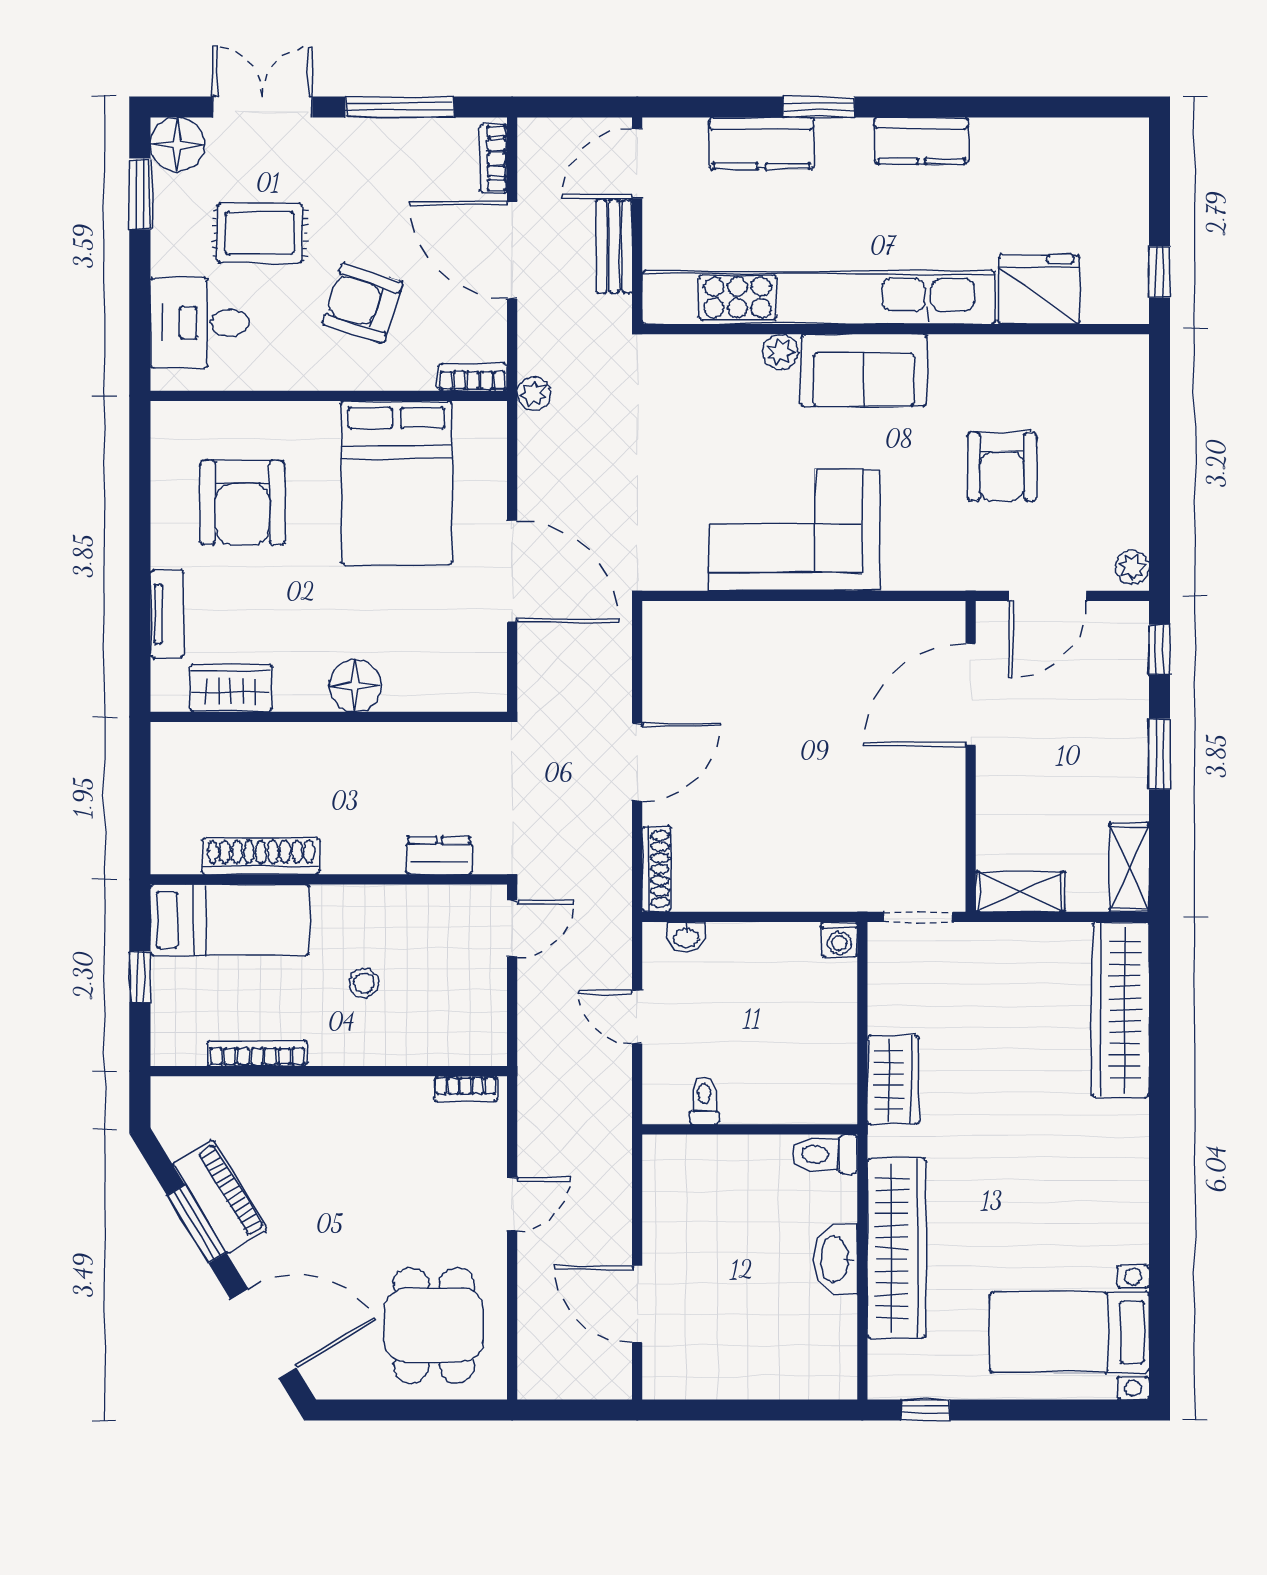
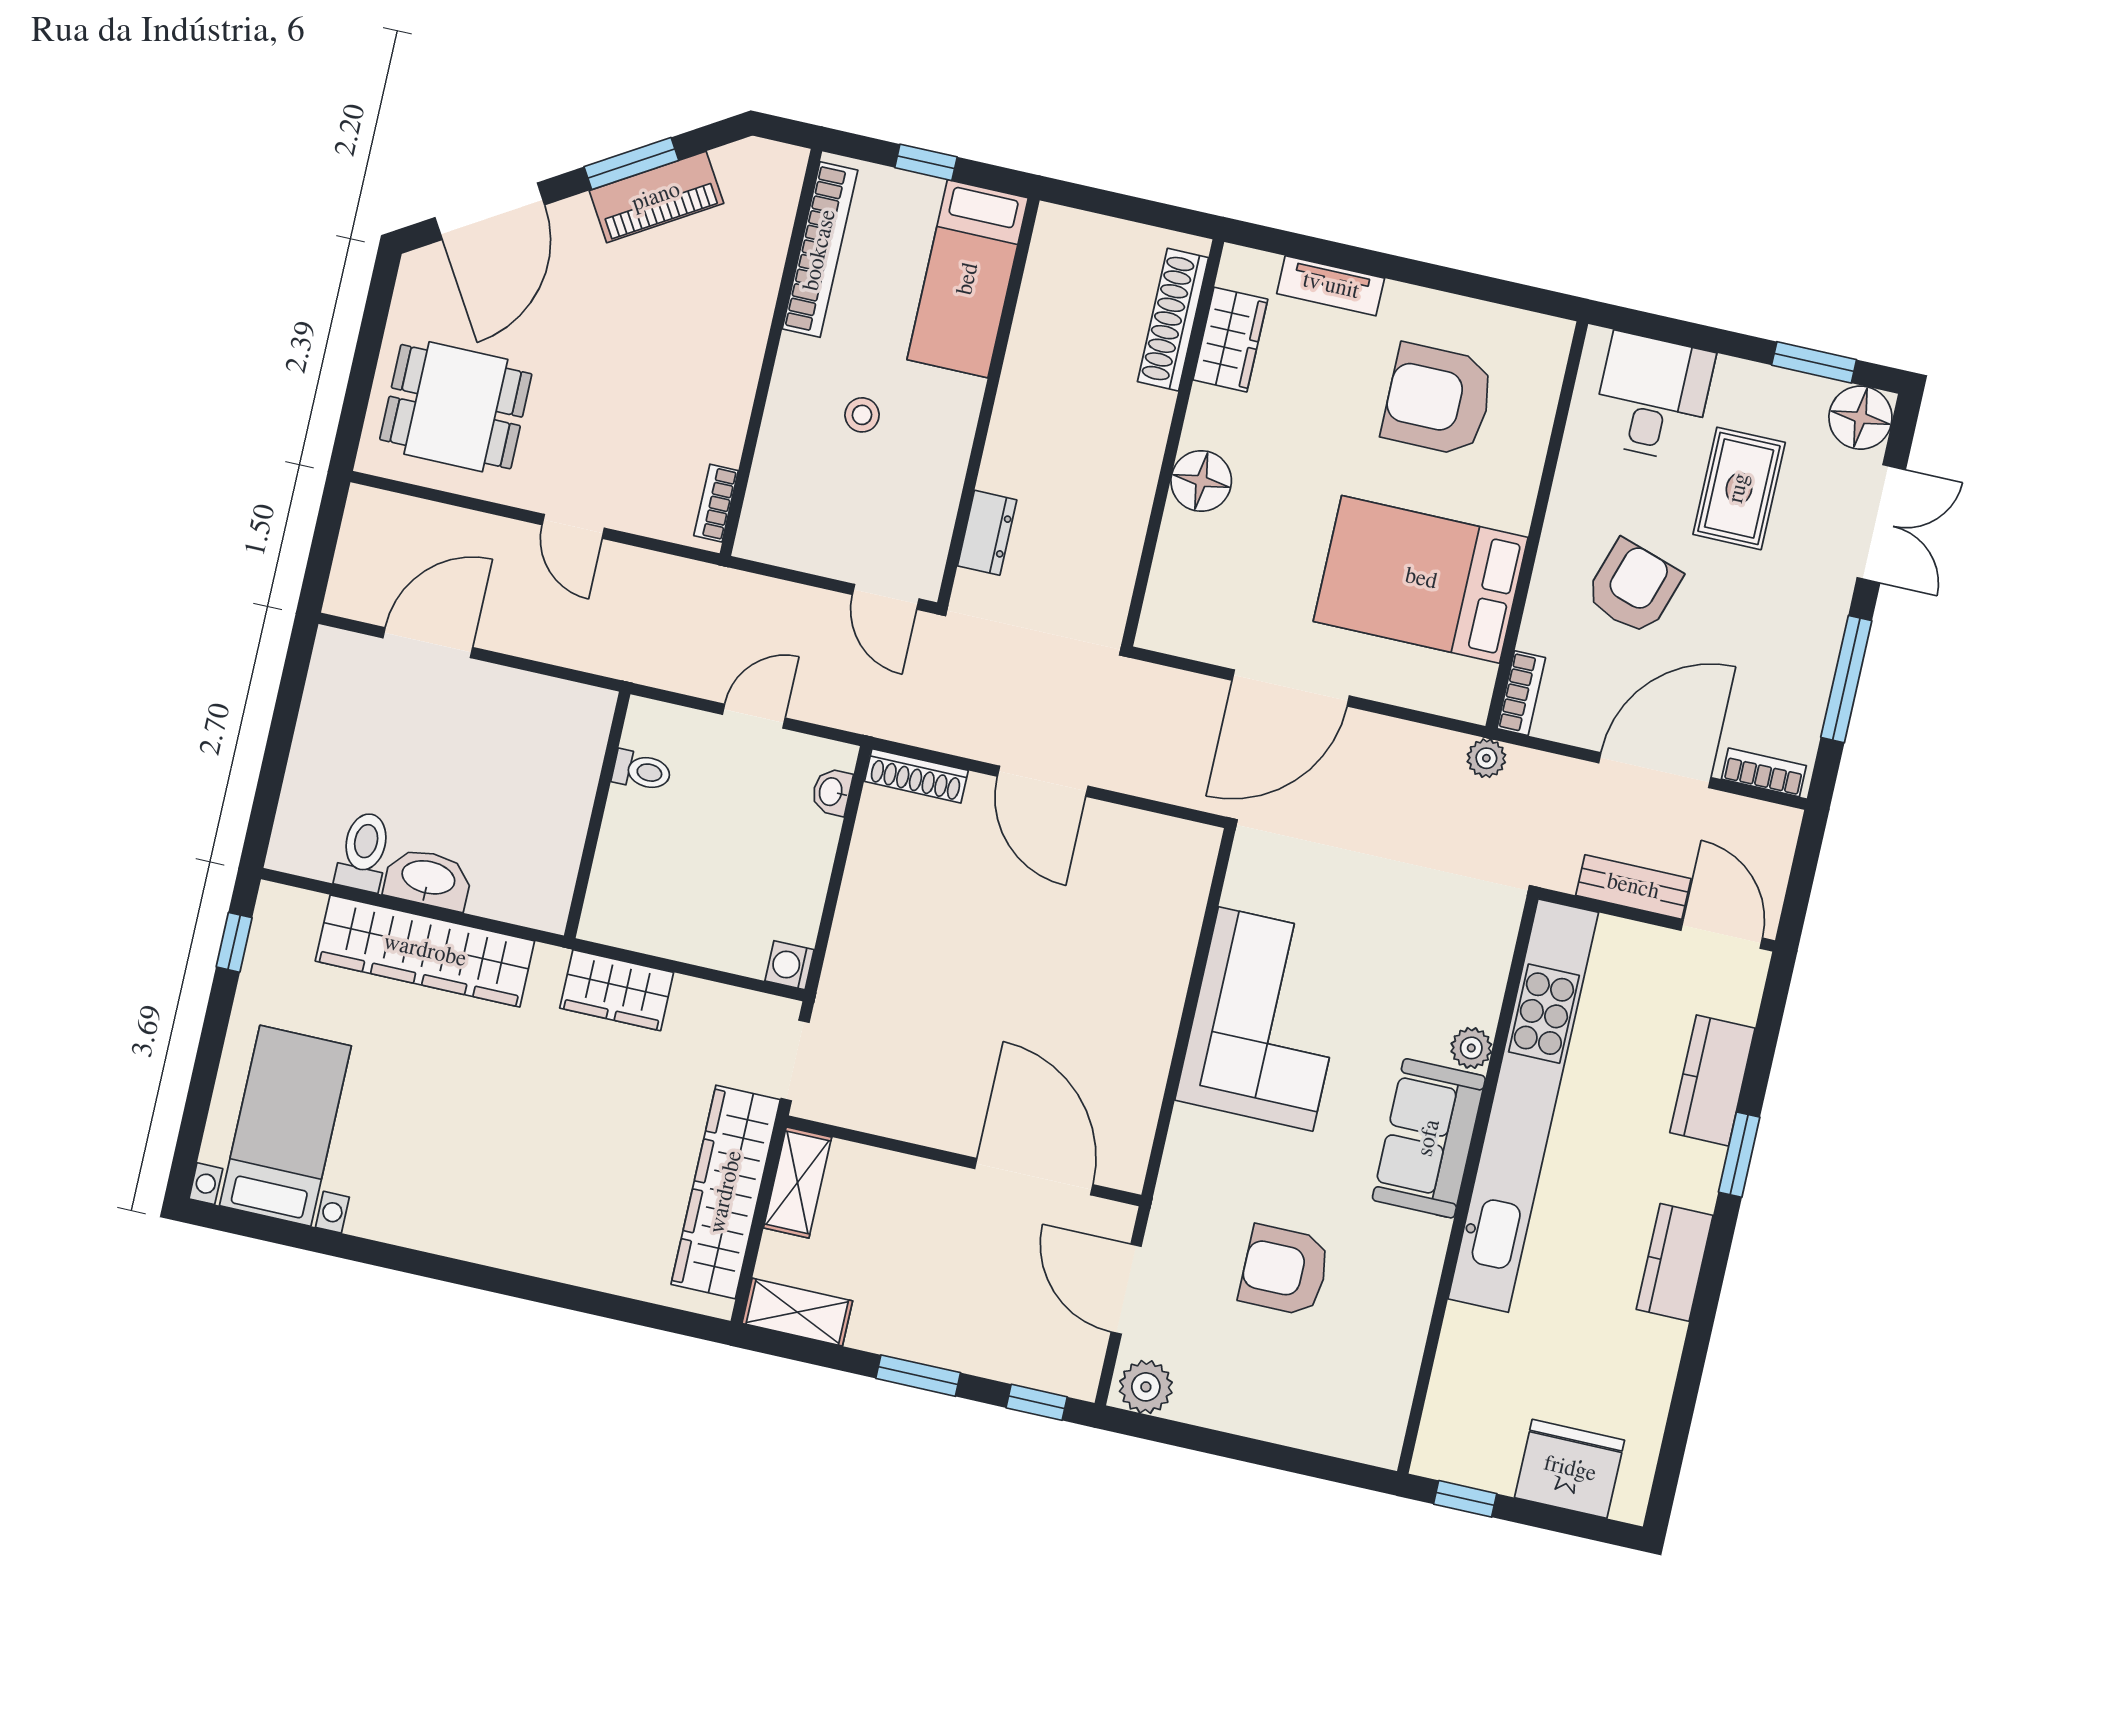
fridge: (1039, 290) -> (1570, 1469), moved, turned -90
plant: (1132, 567) -> (1146, 1387), width x1.38, depth x1.38
shoe rack: (261, 856) -> (1173, 320), moved, turned 180
wardrobe: (1121, 1010) -> (726, 1192), moved, turned -90
bookcase: (257, 1053) -> (820, 250), width x1.48, depth x1.31
toilet: (825, 1154) -> (364, 852), moved

